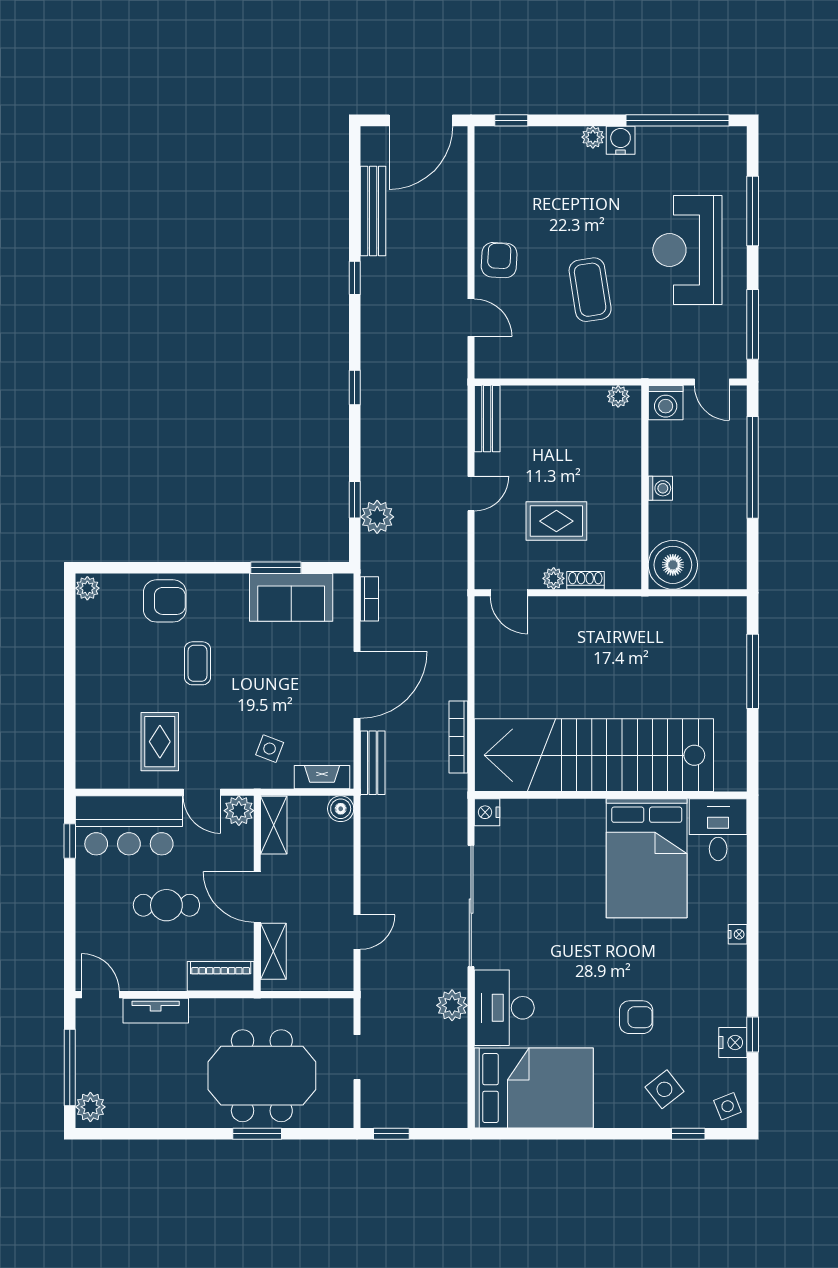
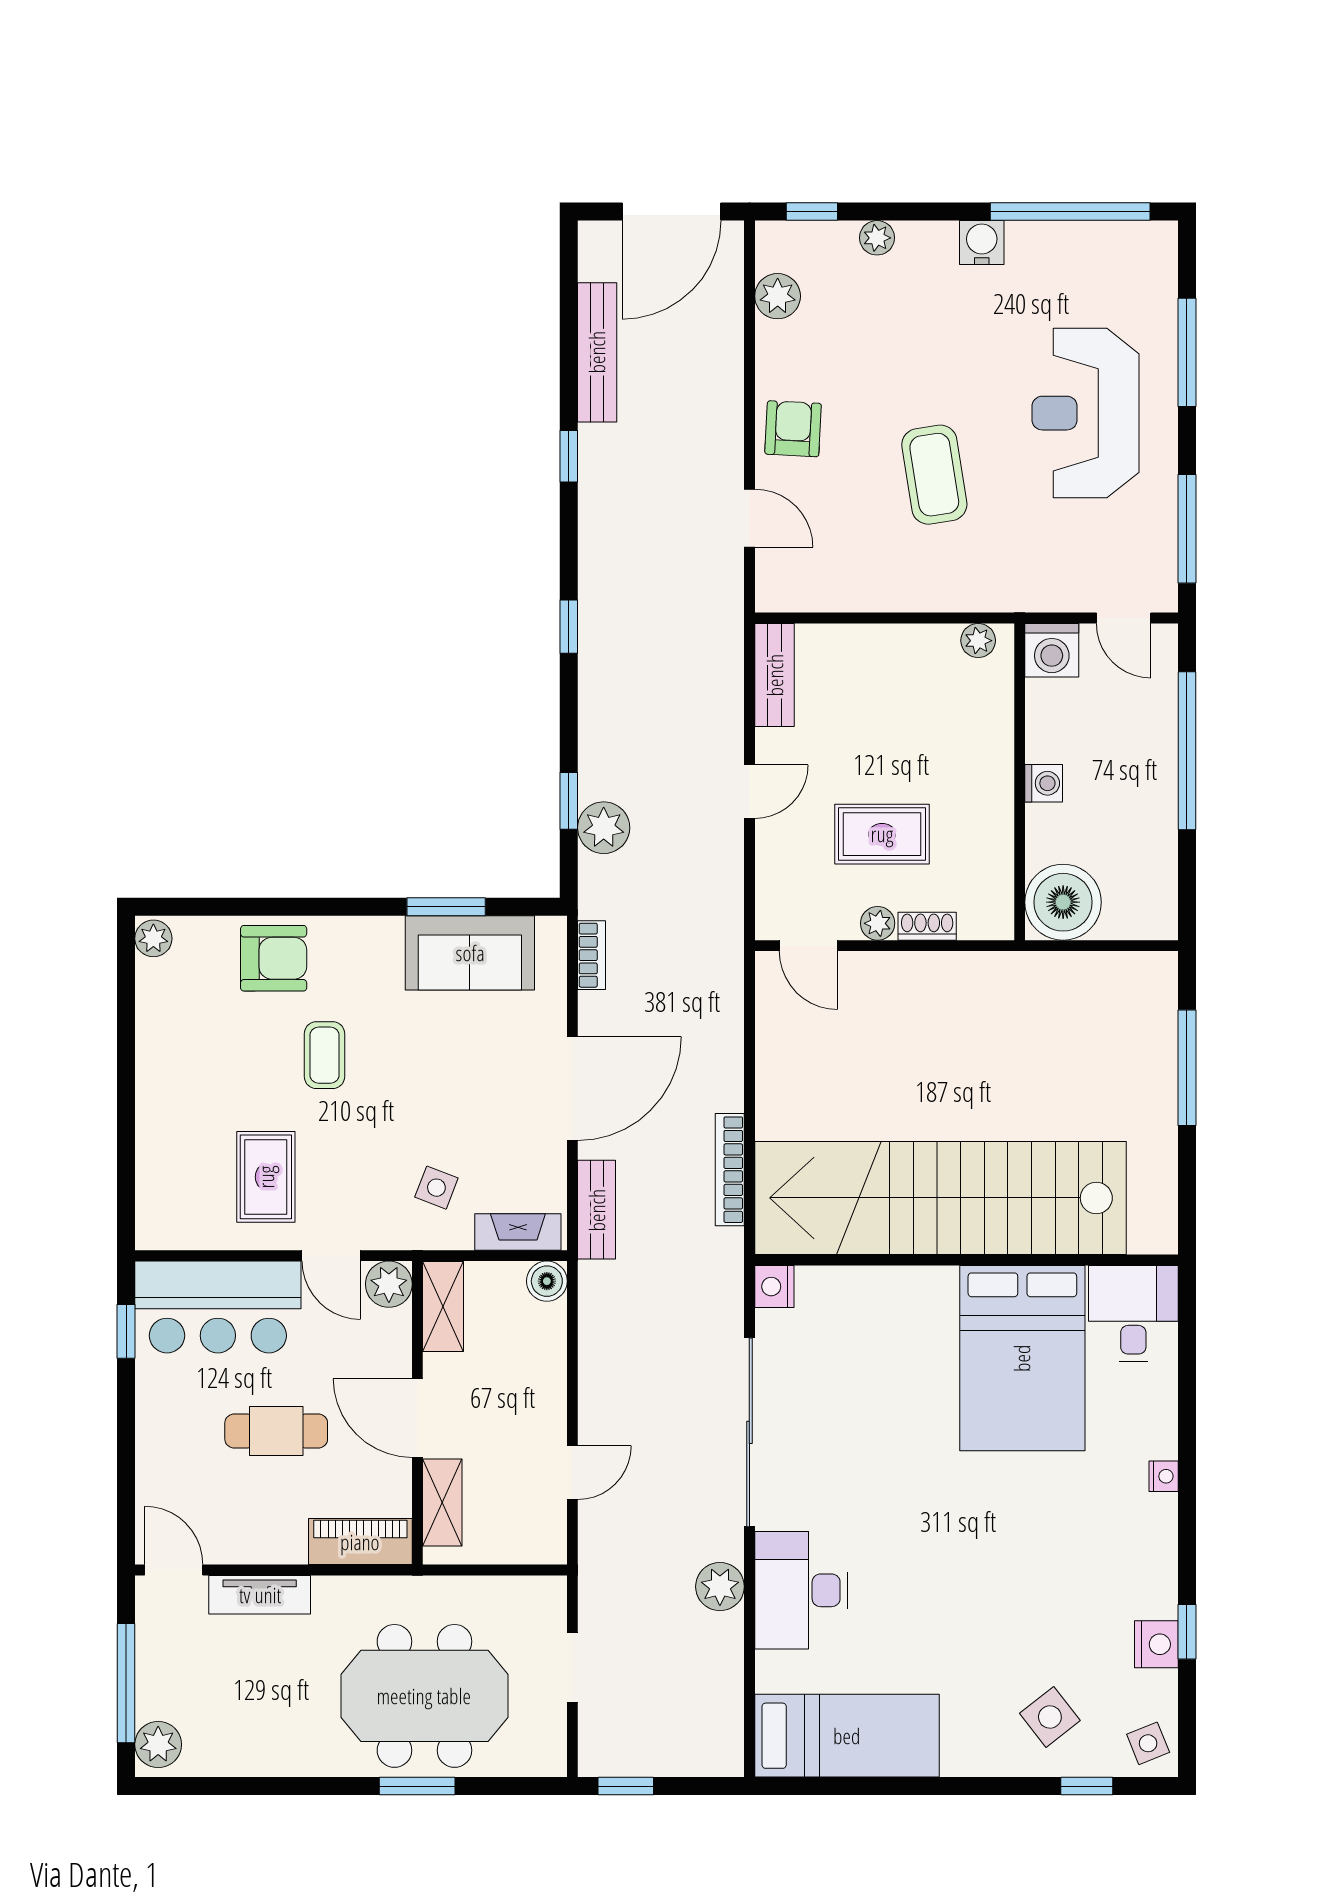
plant: (593, 137) -> (877, 238), moved
plant: (489, 175) -> (778, 296), added
armchair: (636, 1017) -> (1006, 1605), removed
bed: (534, 1088) -> (847, 1736), width x0.67

